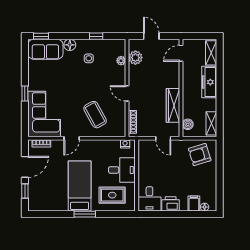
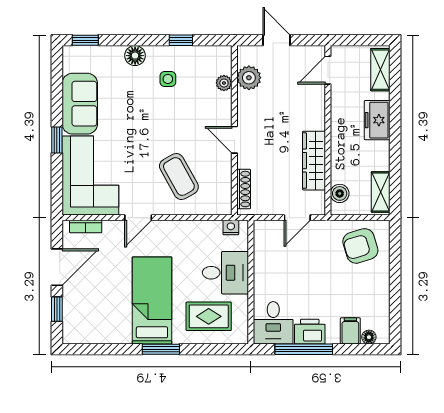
sofa: (45, 49) -> (80, 104), moved, turned -90
freezer: (209, 82) -> (377, 120), width x0.71
door: (163, 138) -> (297, 218), hinge flipped
window: (167, 214) -> (304, 349), added

